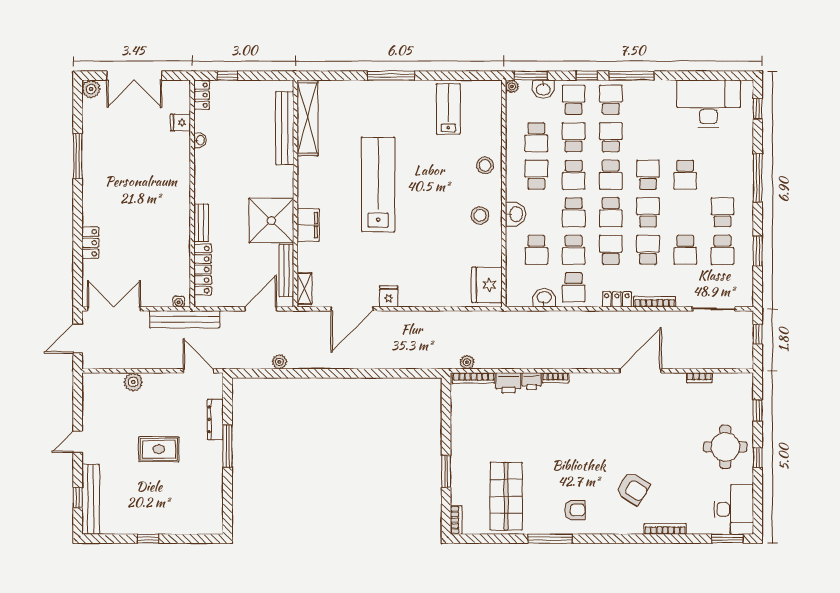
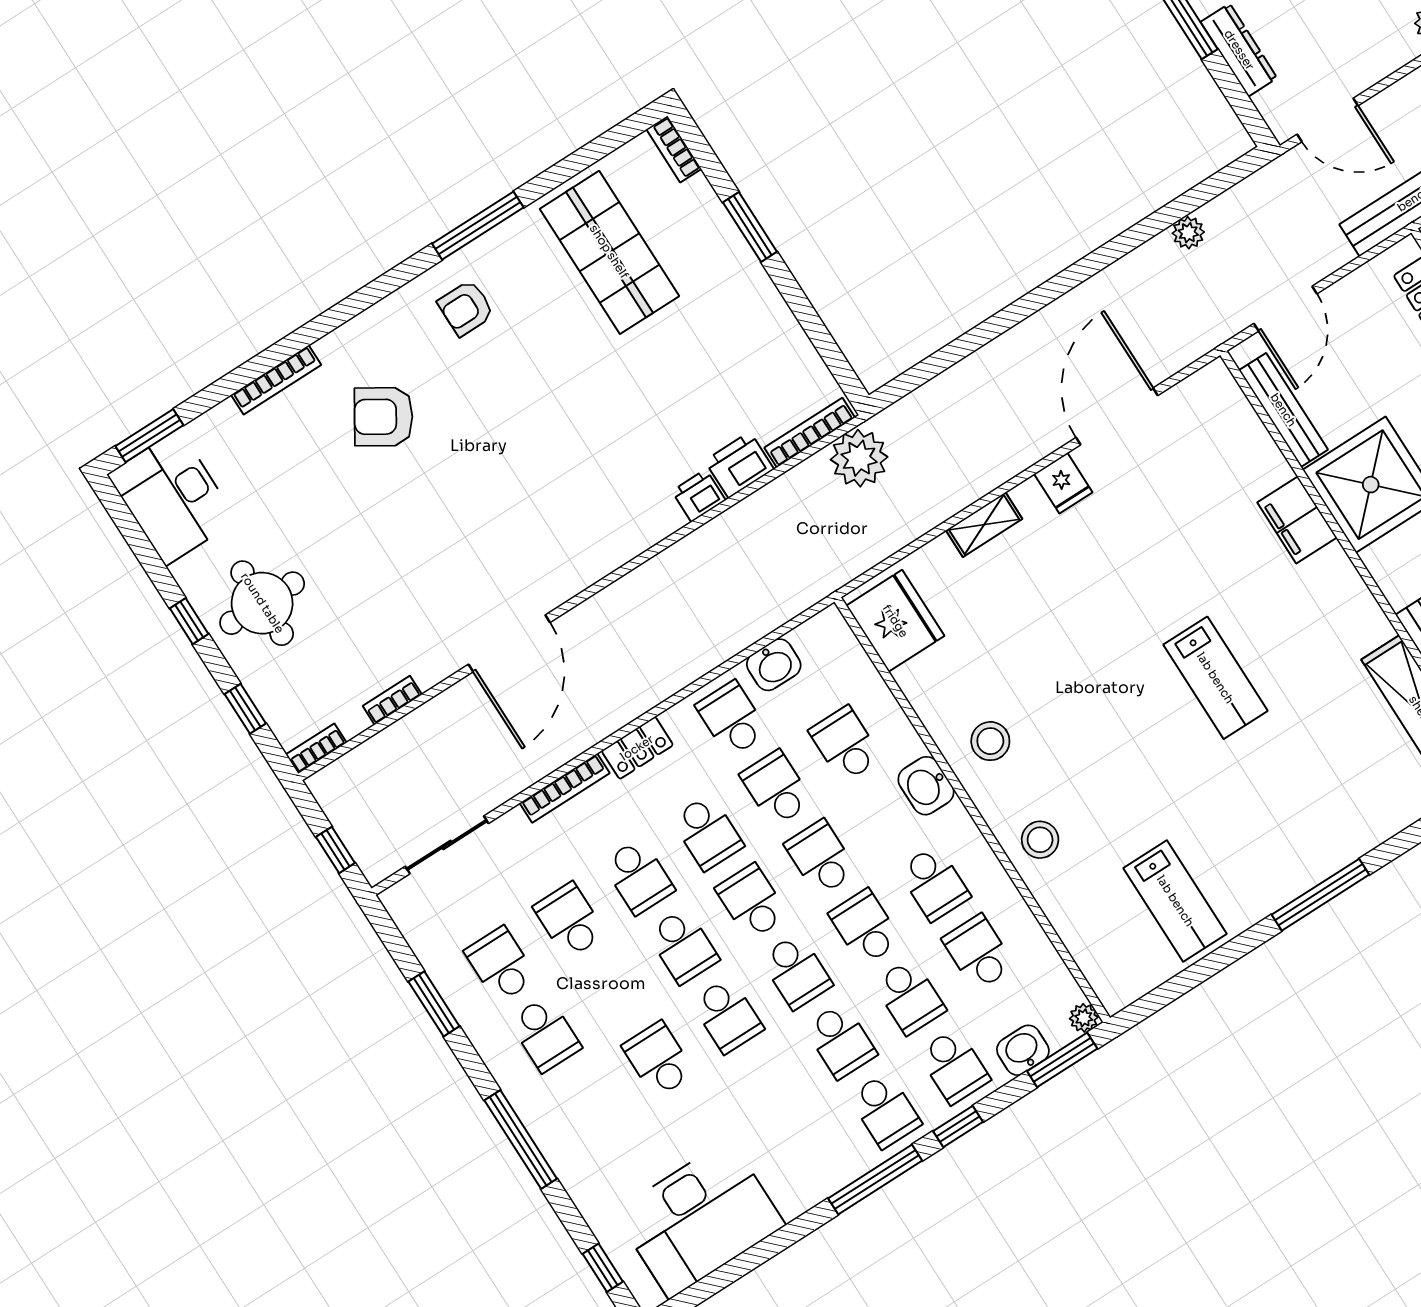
school desk: (611, 175) -> (796, 971), turned 180
lab bench: (378, 184) -> (1215, 678), width x0.54, depth x0.72
shelving: (304, 289) -> (984, 525), moved, turned 90
plant: (467, 362) -> (859, 458), width x1.87, depth x1.87
bookcase: (555, 378) -> (316, 749), moved

